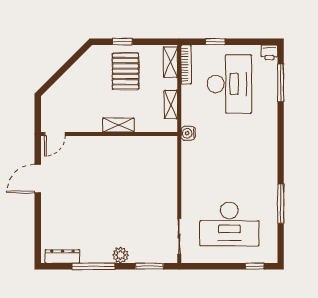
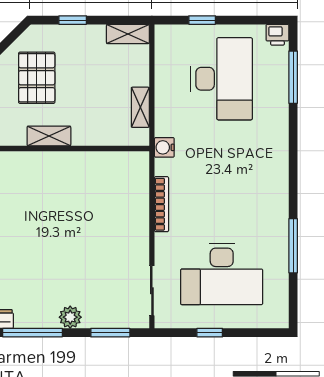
shelving: (170, 62) -> (128, 34), moved, turned 90
bookcase: (186, 65) -> (162, 204), moved
pallet: (125, 71) -> (37, 78), moved
shelving: (118, 125) -> (49, 136), moved
window: (255, 266) -> (210, 333), moved

